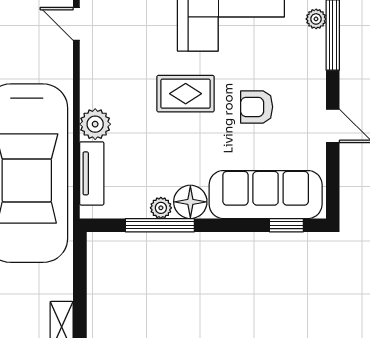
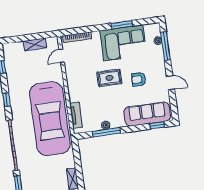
door: (76, 24) -> (62, 56), hinge flipped
plant: (95, 124) -> (75, 95), removed
floor lamp: (190, 202) -> (117, 121), removed

